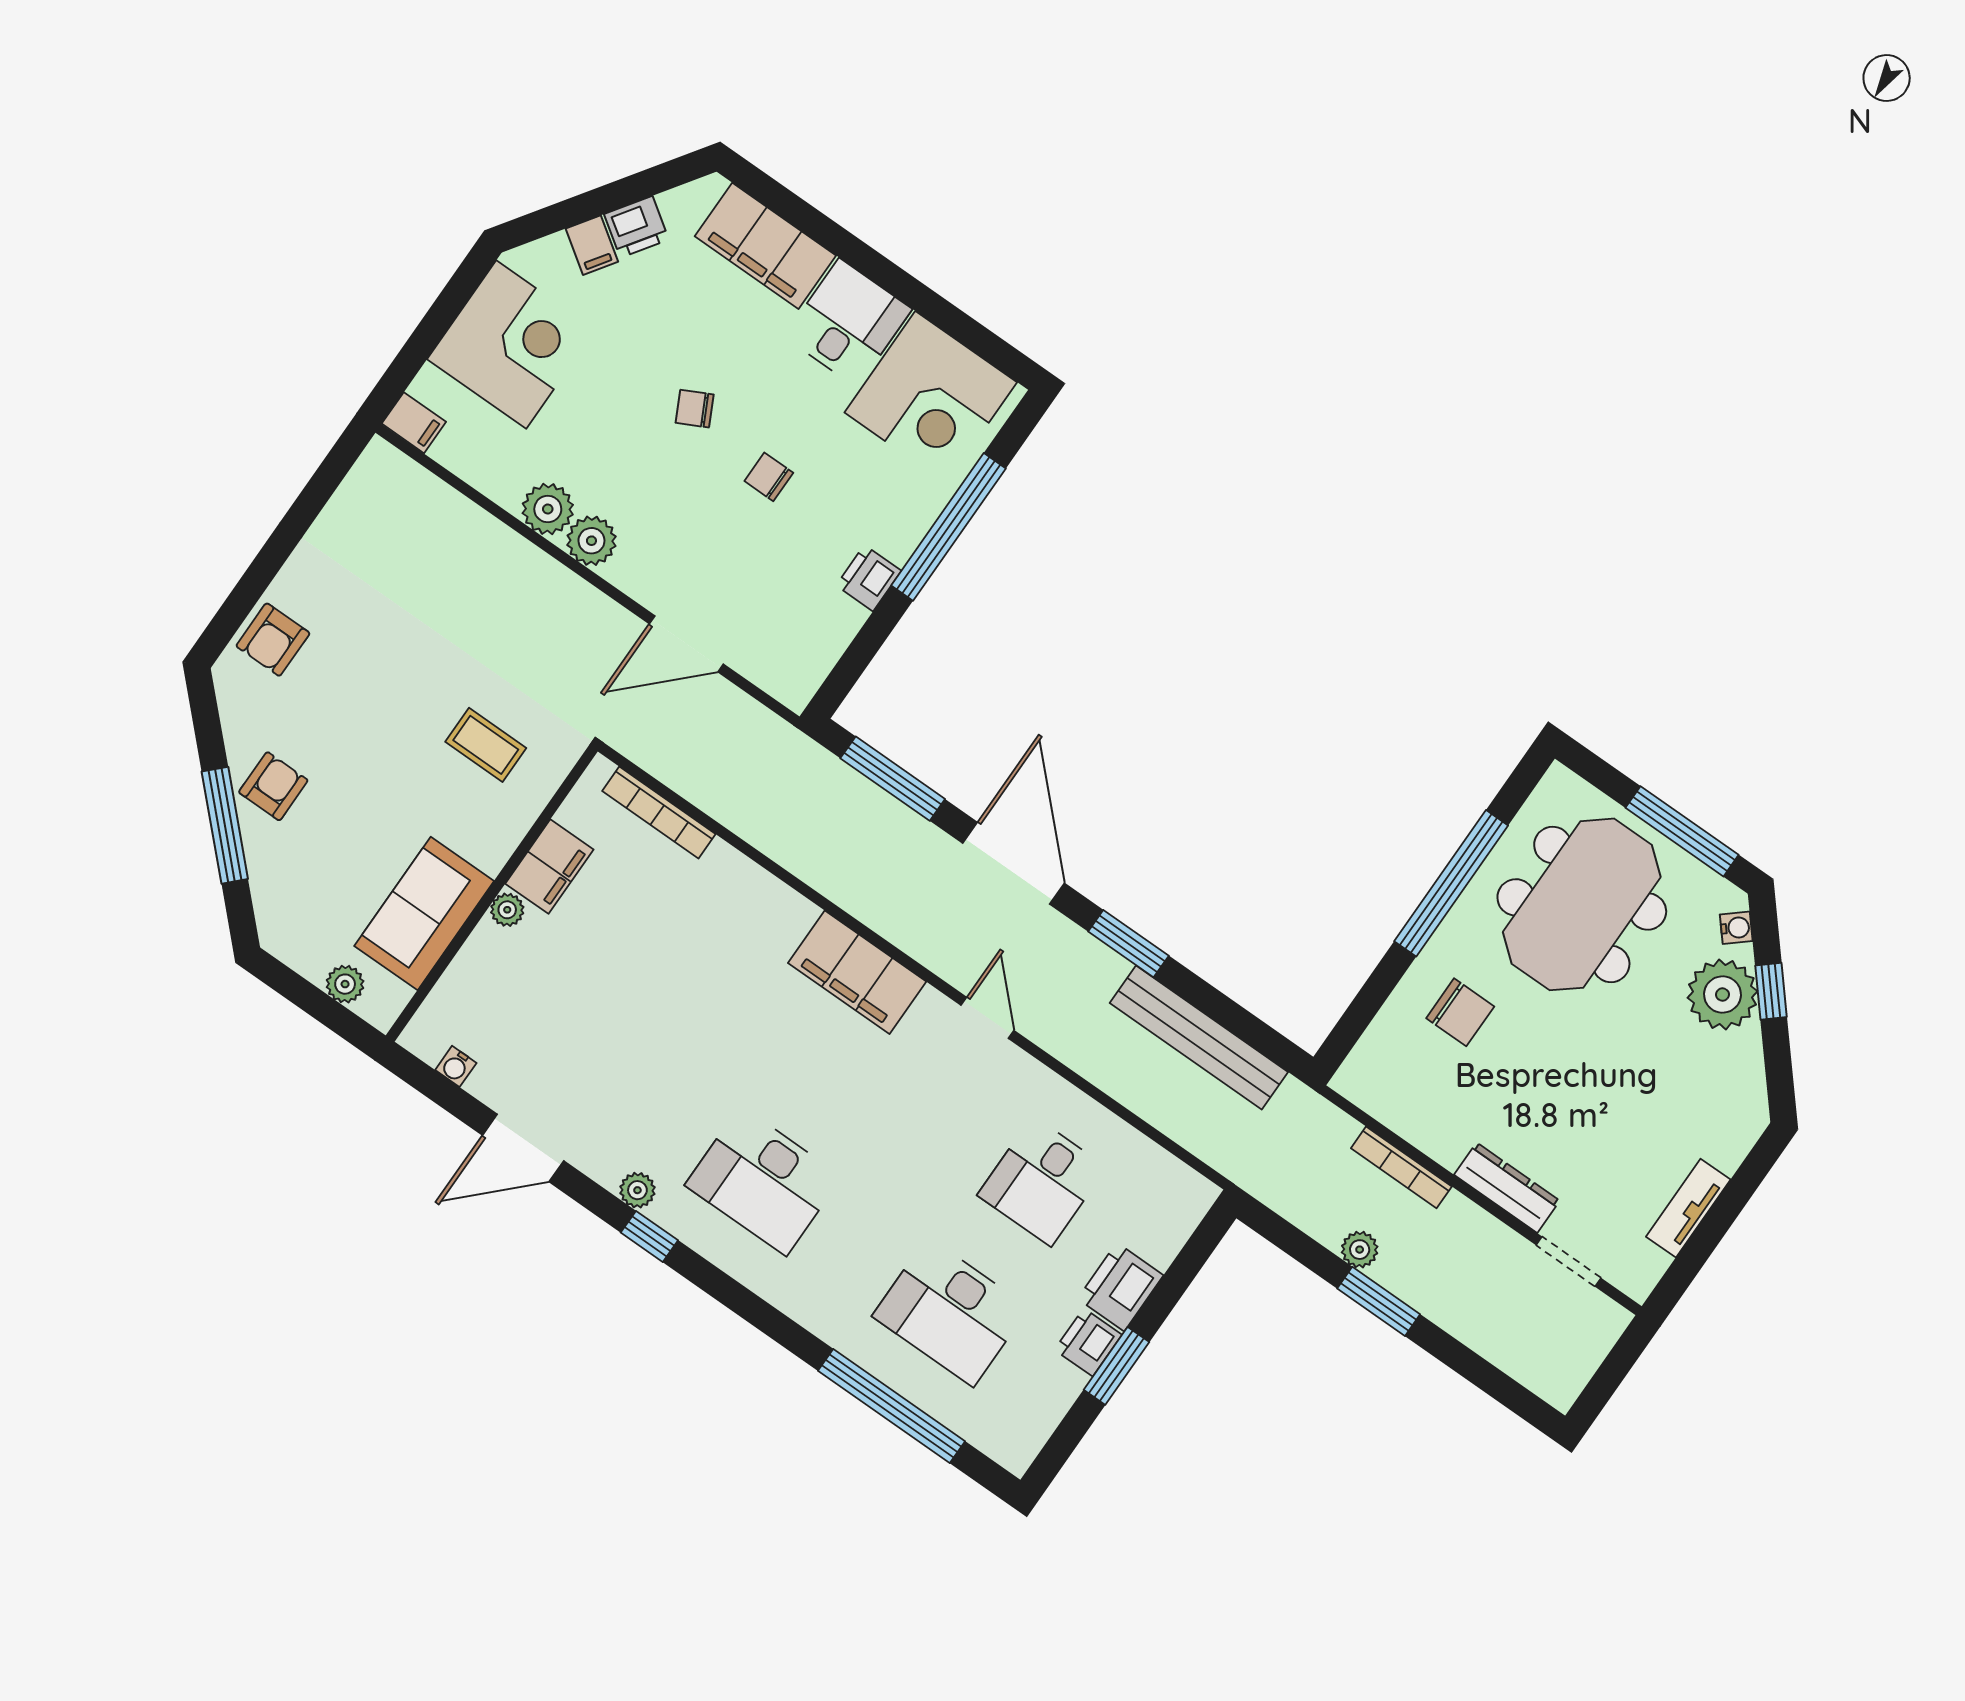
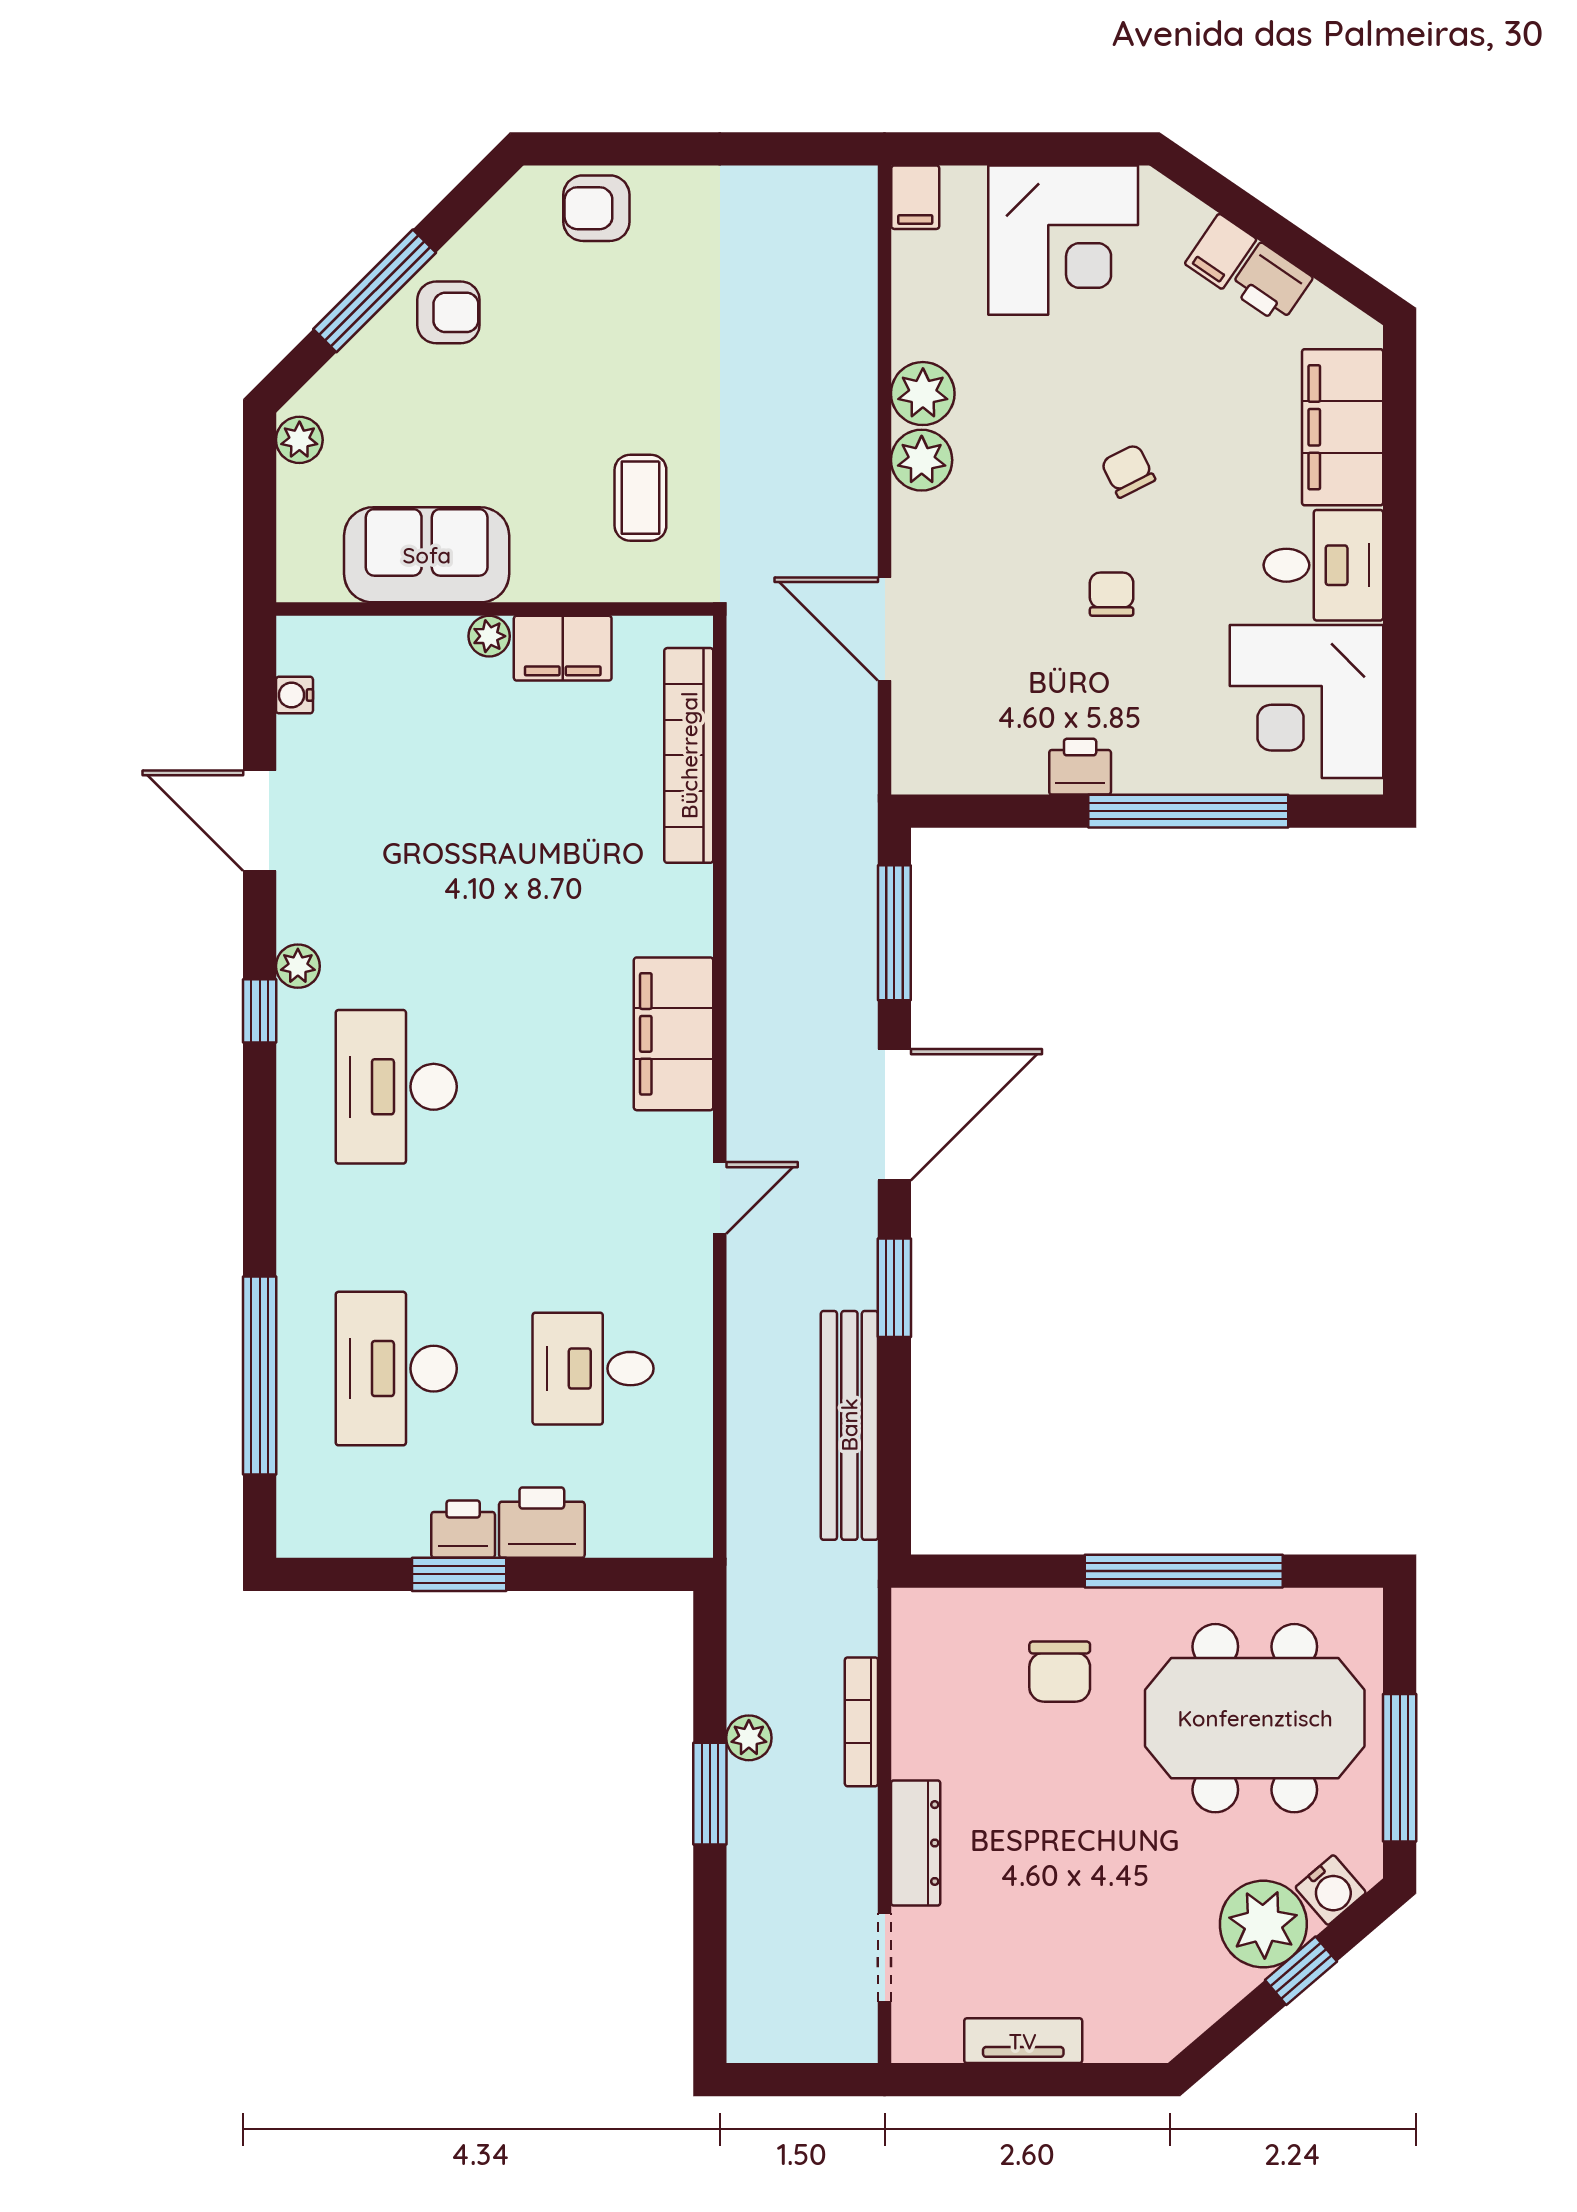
bookcase: (659, 813) -> (689, 755), width x1.48, depth x1.31
water cooler: (1736, 928) -> (1331, 1890), width x1.38, depth x1.38
plant: (345, 984) -> (299, 440), moved

